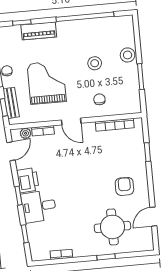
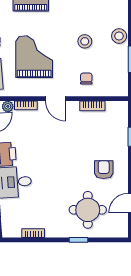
bookcase: (115, 125) -> (92, 106), width x0.64

